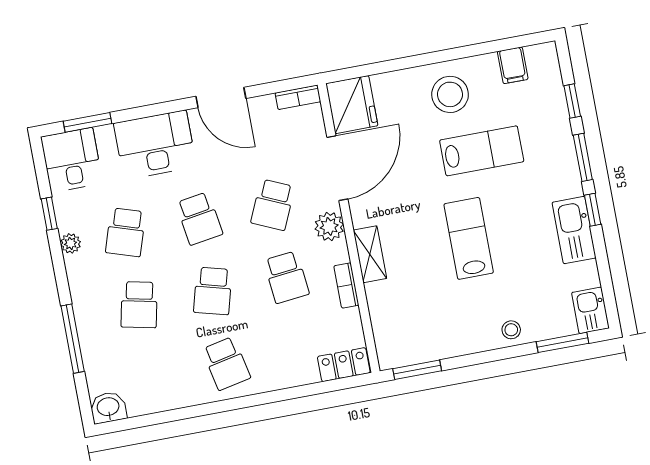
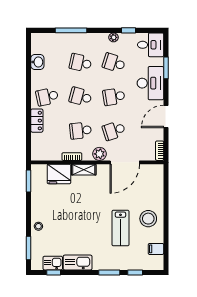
fridge: (352, 105) -> (59, 174), moved
window: (88, 122) -> (166, 68), moved
door: (337, 168) -> (125, 162), hinge flipped
school desk: (273, 205) -> (114, 131), turned -42
window: (593, 210) -> (54, 272), moved
lab bench: (469, 238) -> (83, 215), removed
kitchen sink: (590, 310) -> (53, 263), moved
locker: (344, 365) -> (37, 121), moved
washbasin: (108, 407) -> (37, 62), moved

